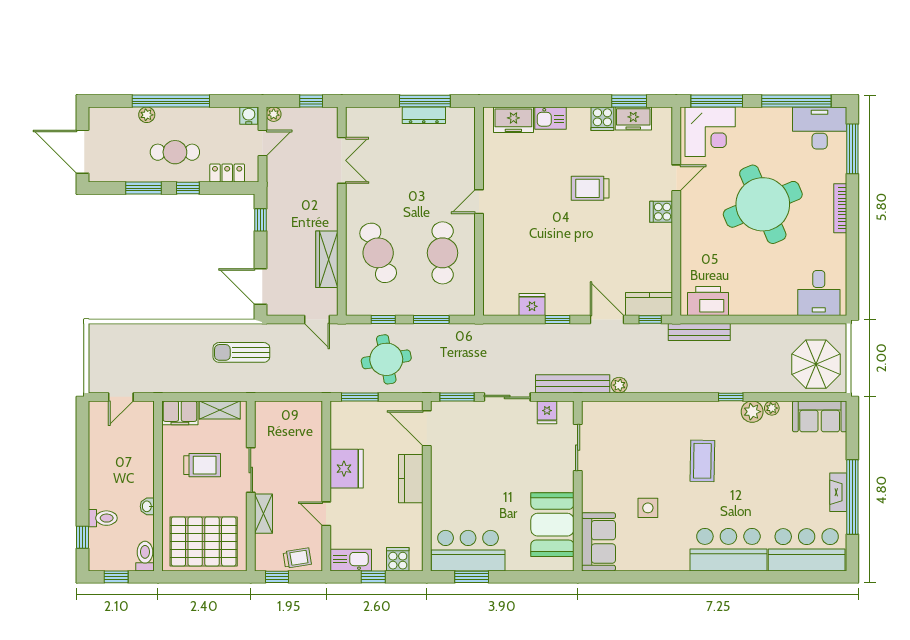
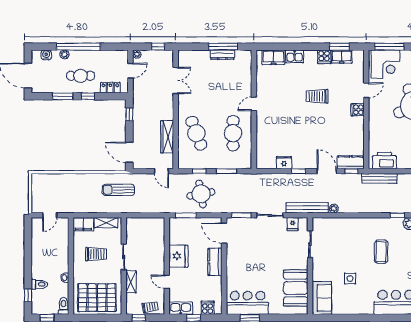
water cooler: (249, 116) -> (46, 55), moved

